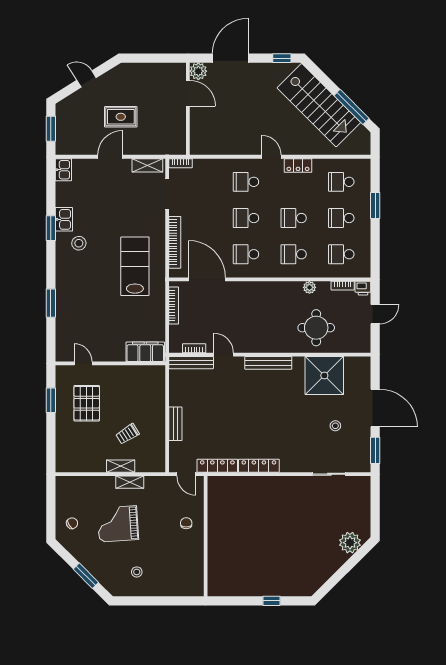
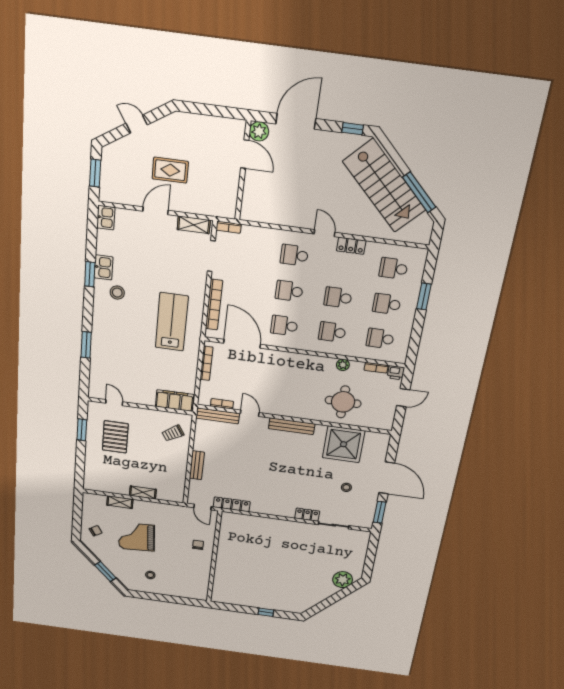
trolley: (127, 434) -> (173, 433), moved
locker: (259, 466) -> (307, 515), moved, width x0.66
shelving: (130, 482) -> (120, 502), moved

